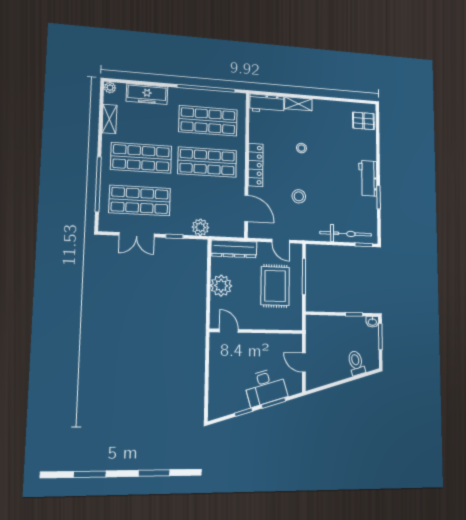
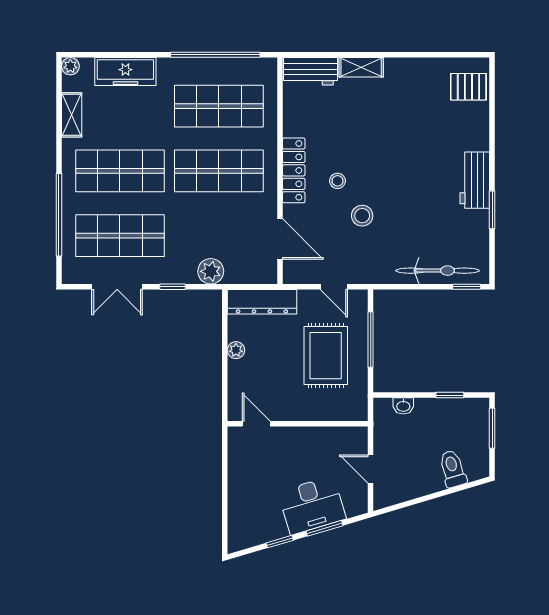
stool: (301, 148) -> (337, 181), moved
plant: (221, 286) -> (236, 350), width x0.53, depth x0.53
washbasin: (372, 322) -> (403, 406), moved

